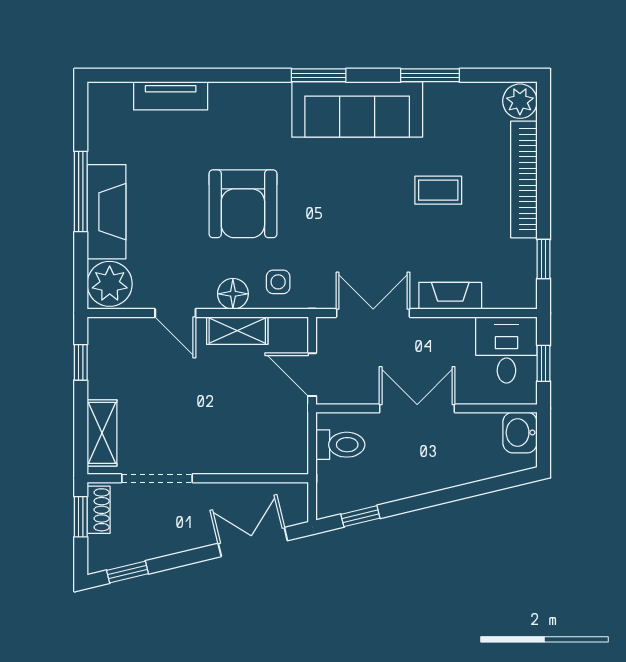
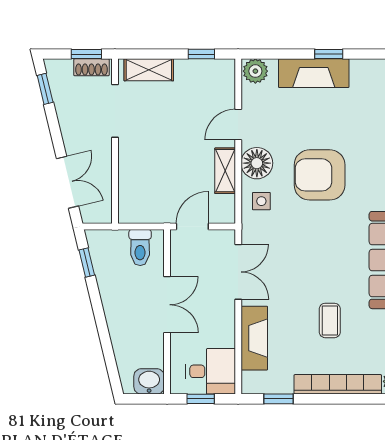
window: (81, 192) -> (329, 54), width x0.46
plant: (110, 284) -> (255, 71), width x0.73, depth x0.73
floor lamp: (233, 294) -> (257, 163), width x1.38, depth x1.38
fireplace: (450, 296) -> (254, 338), width x1.37, depth x1.32

